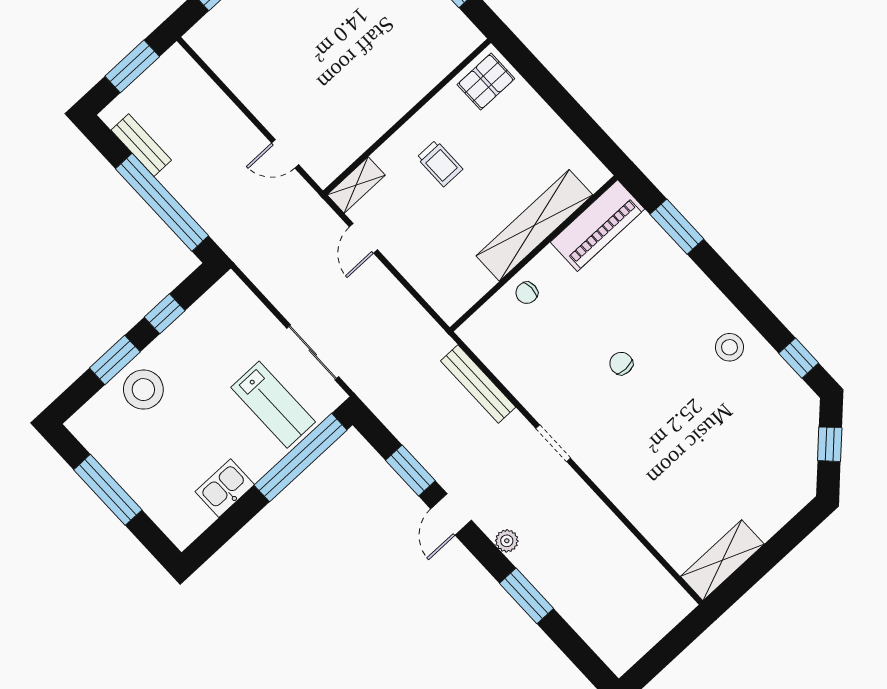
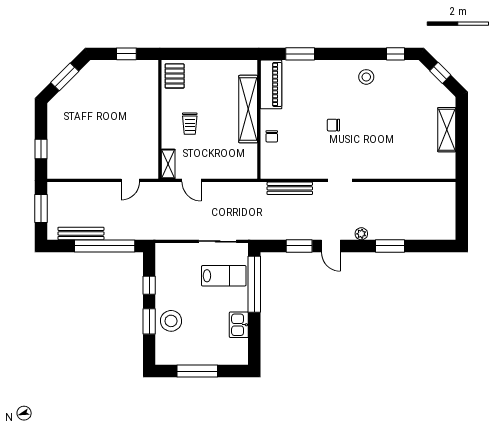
bench: (141, 145) -> (81, 233), width x1.36
trolley: (440, 163) -> (190, 124), turned 90
shelving: (722, 560) -> (447, 130), moved

